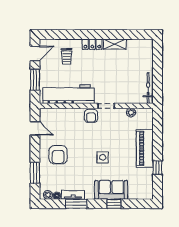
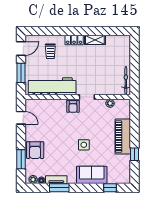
armchair: (58, 155) -> (35, 150), moved
window: (114, 204) -> (110, 188), moved

